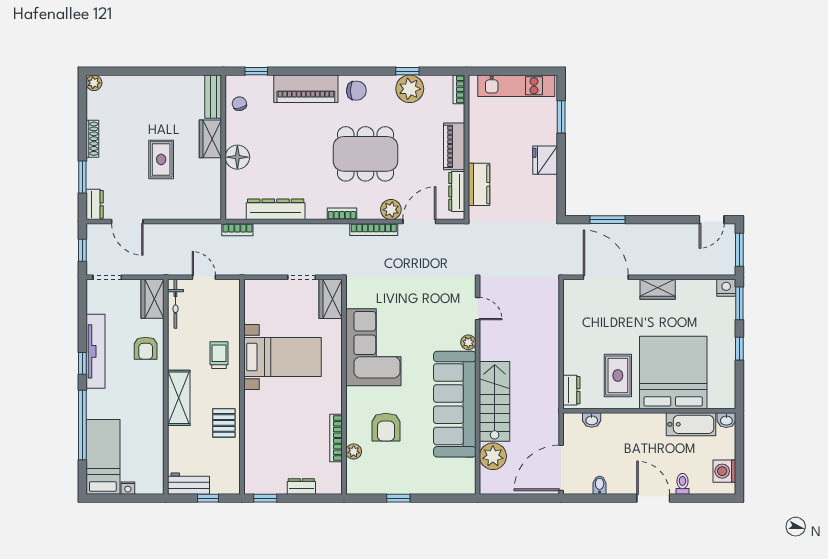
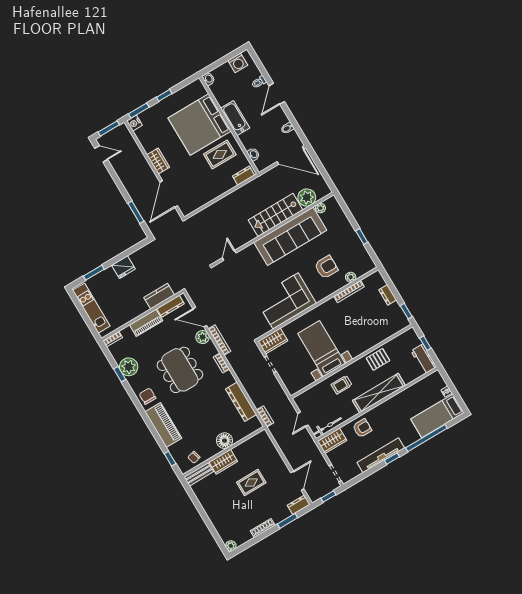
plant: (468, 342) -> (320, 208), moved
shelving: (179, 398) -> (379, 393), width x1.47
bathtub: (691, 424) -> (235, 118), moved

